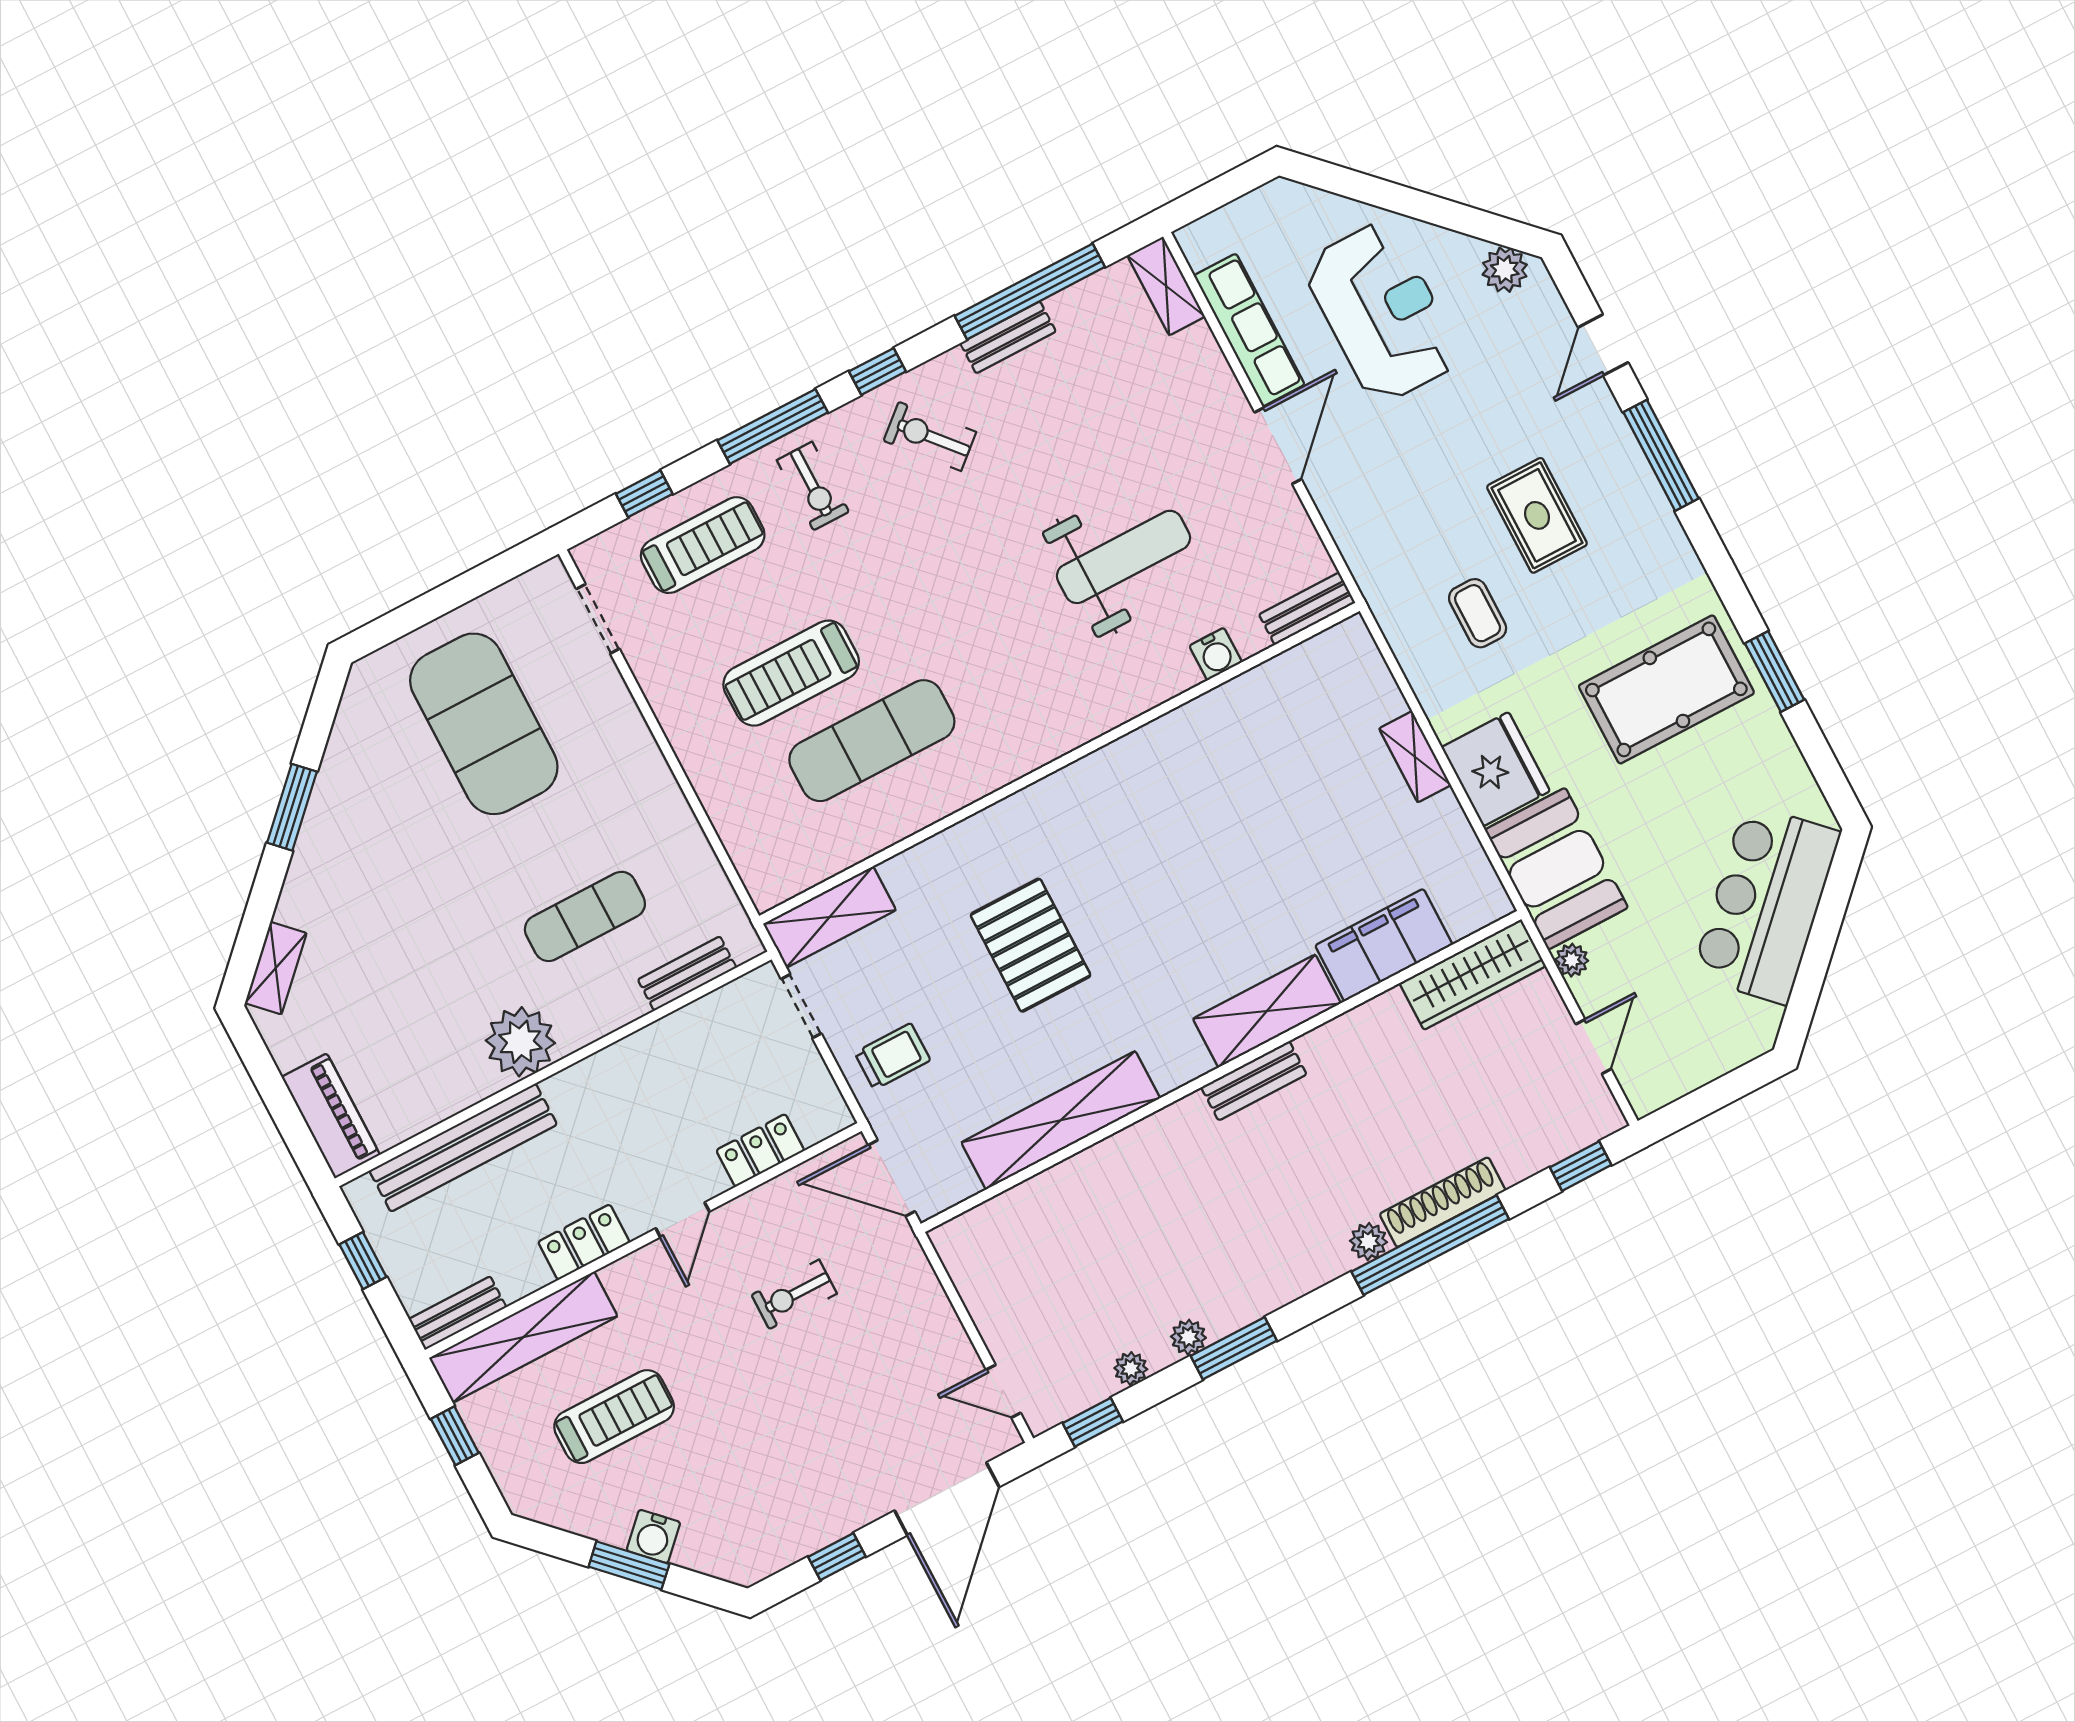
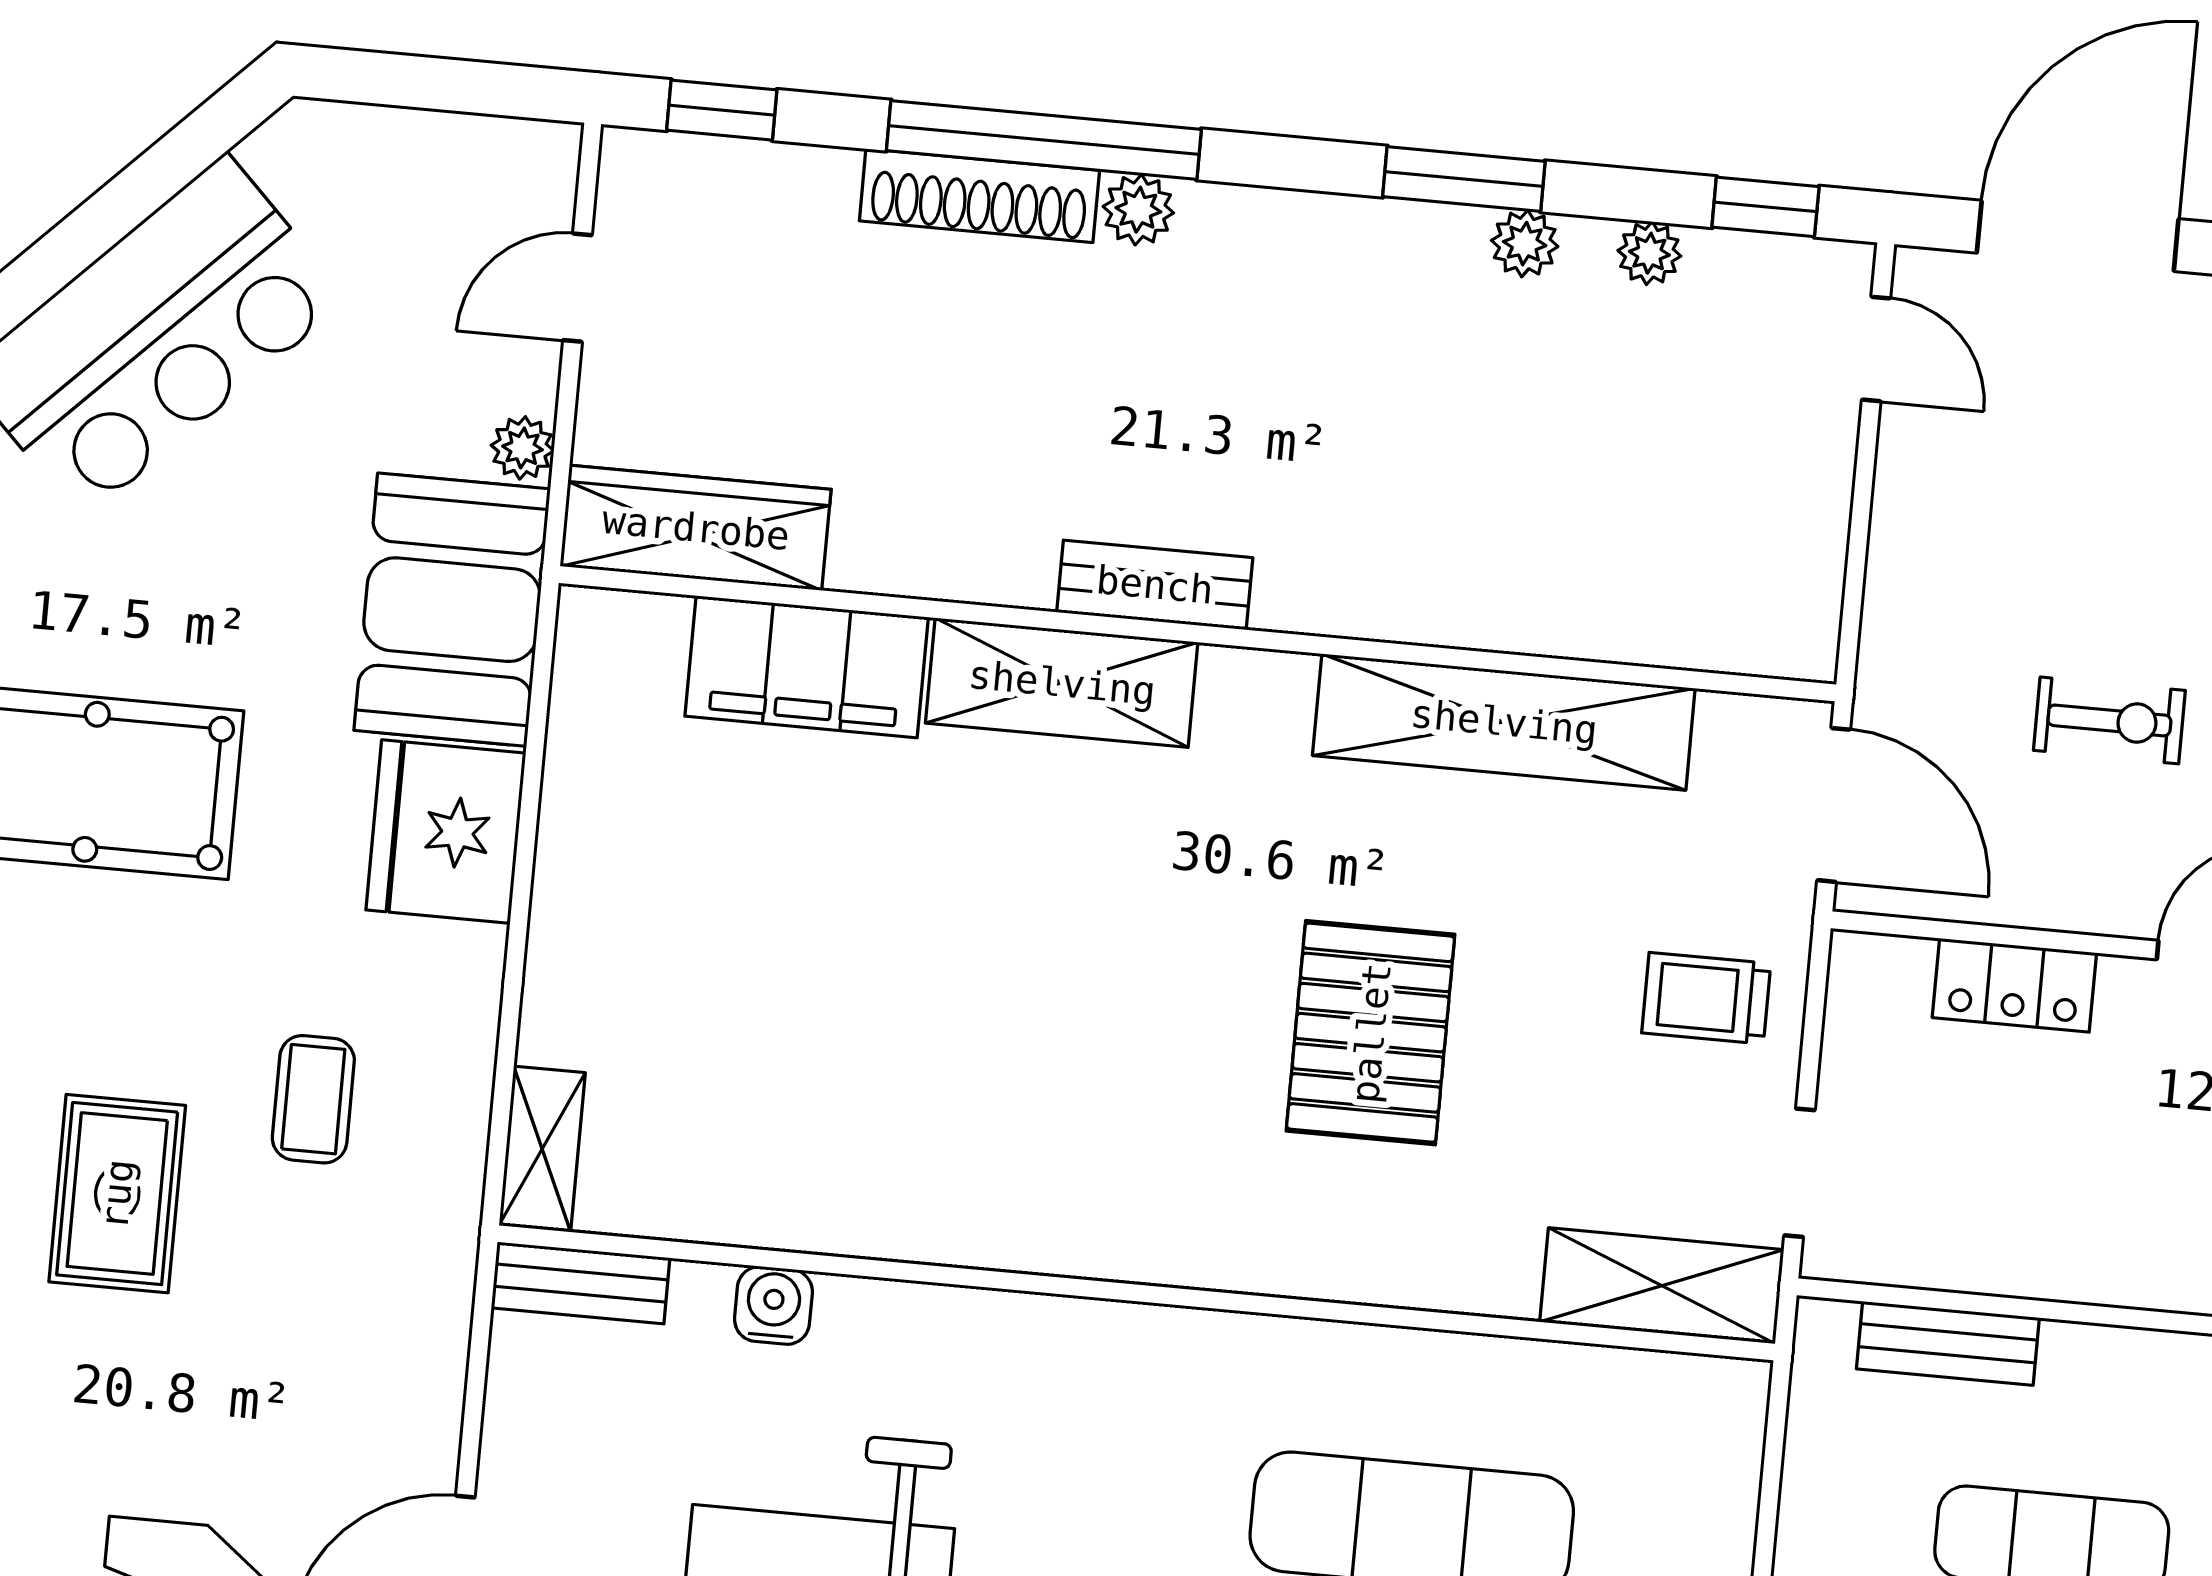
shelving: (1415, 757) -> (542, 1149), moved

